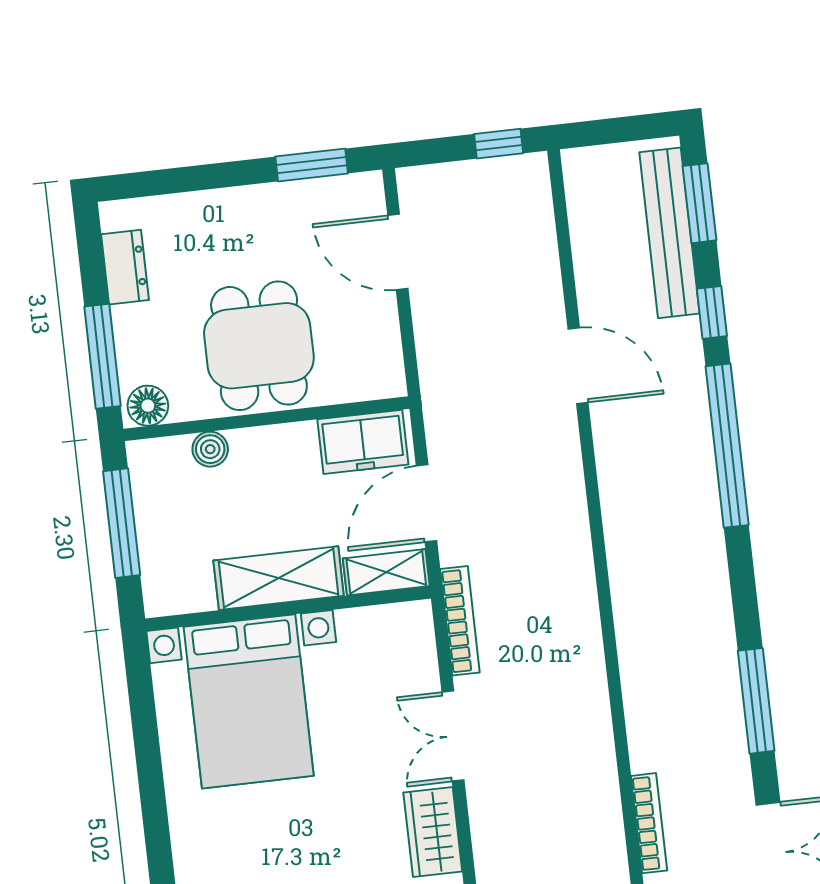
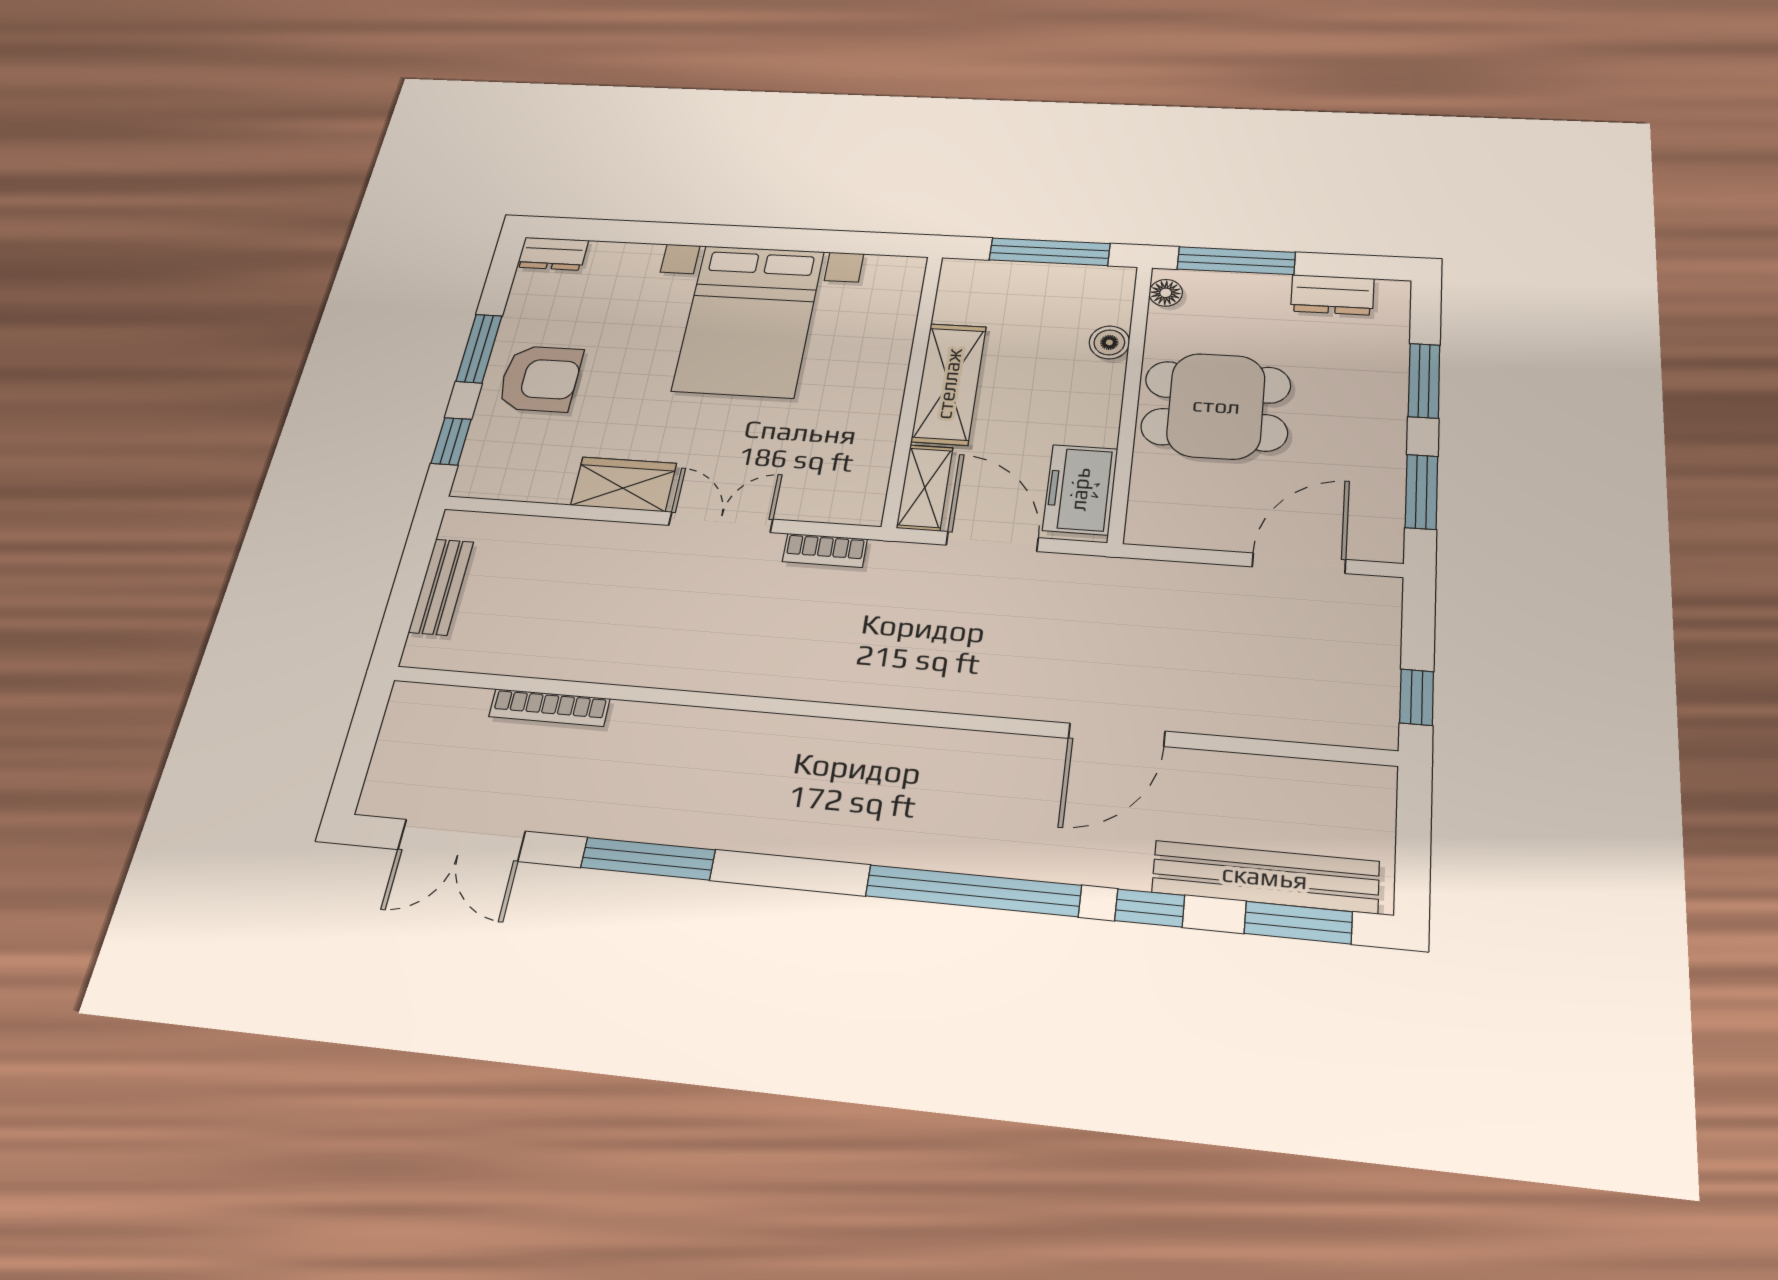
window: (201, 178) -> (1424, 381), added
floor lamp: (148, 406) -> (1166, 293), width x0.73, depth x0.73
bookcase: (460, 621) -> (825, 550), width x0.64
bed with nightstands: (249, 701) -> (749, 320), moved, turned -90

